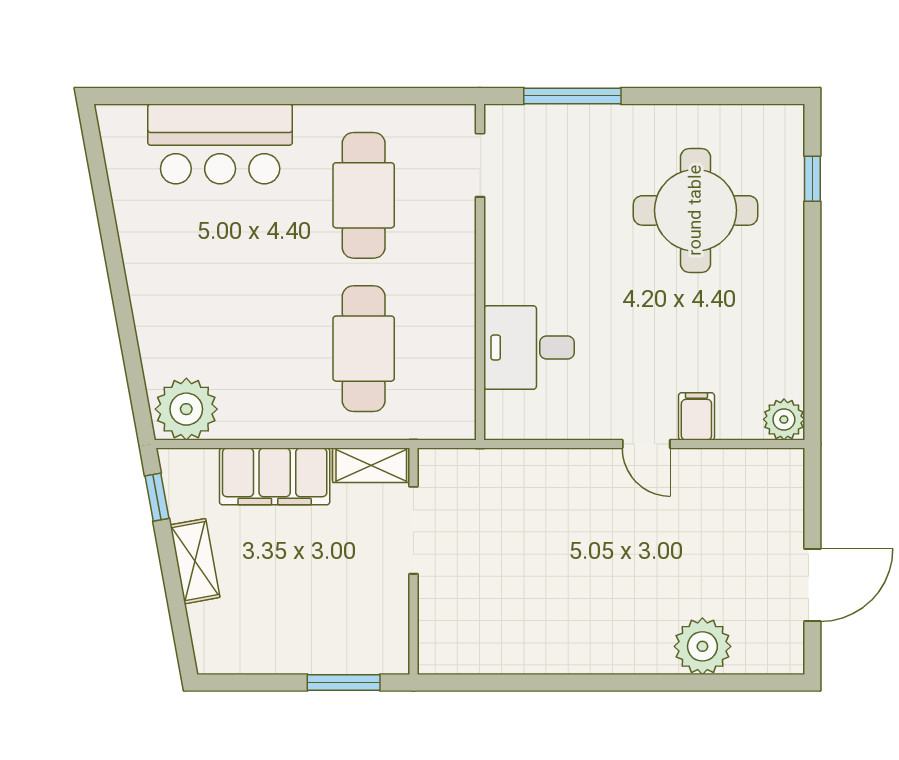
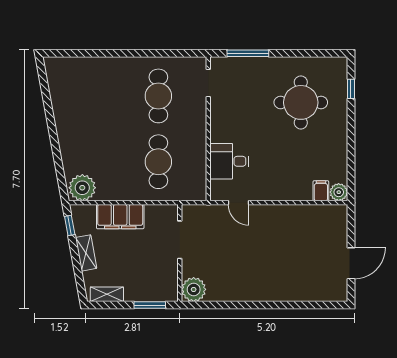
bar counter: (220, 144) -> (97, 74), removed
filing cabinet: (696, 416) -> (321, 191), moved
door: (646, 444) -> (239, 203), moved
shelving: (371, 465) -> (107, 294), moved
plant: (702, 646) -> (194, 289), moved

